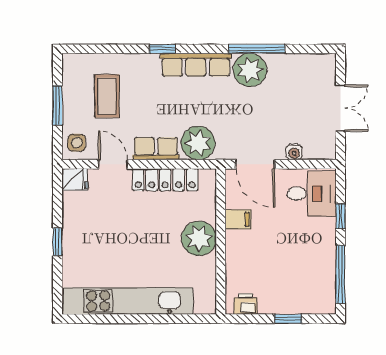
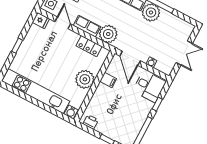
locker: (165, 180) -> (89, 46), width x0.66
water cooler: (205, 305) -> (71, 112), added

